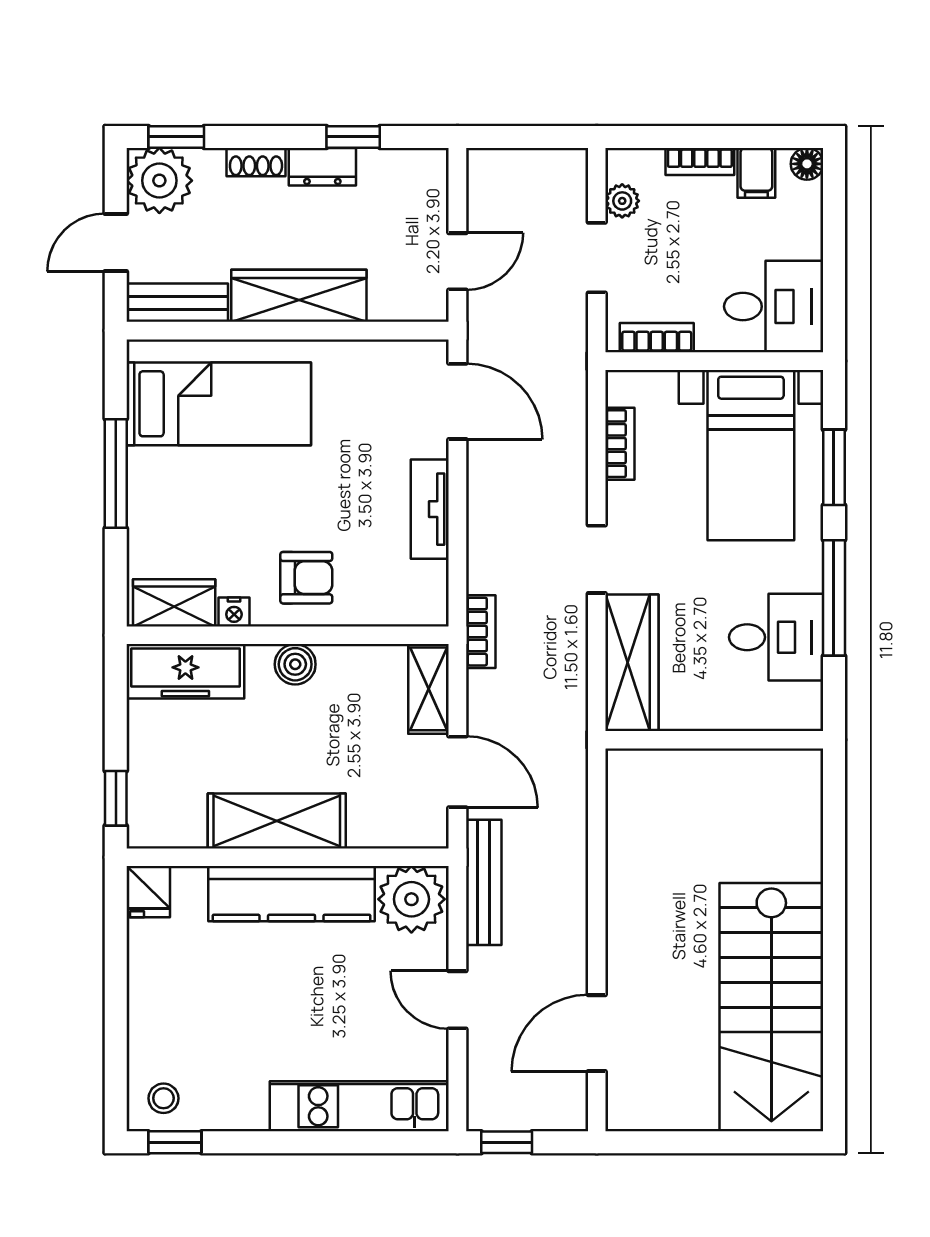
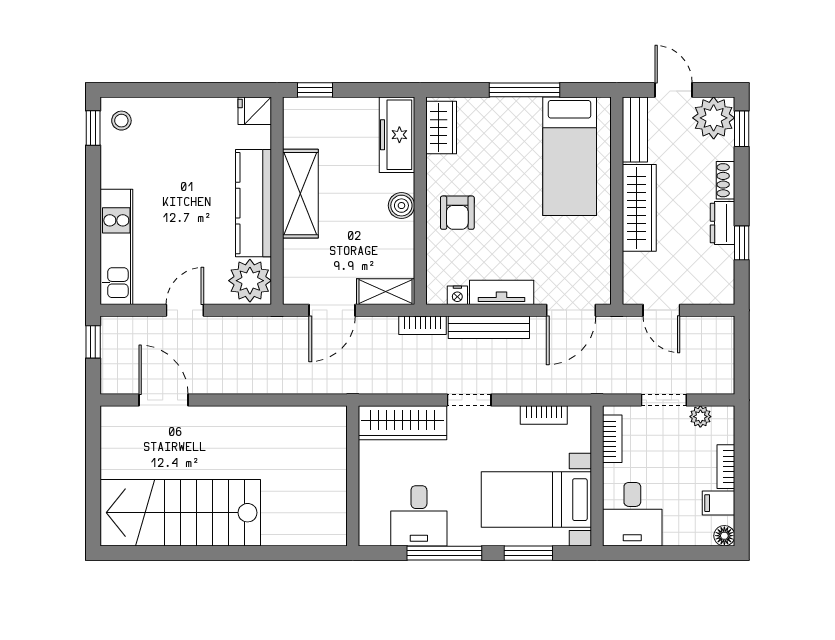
nightstand: (234, 612) -> (457, 295), moved, turned -90
bench: (484, 882) -> (489, 327), moved

